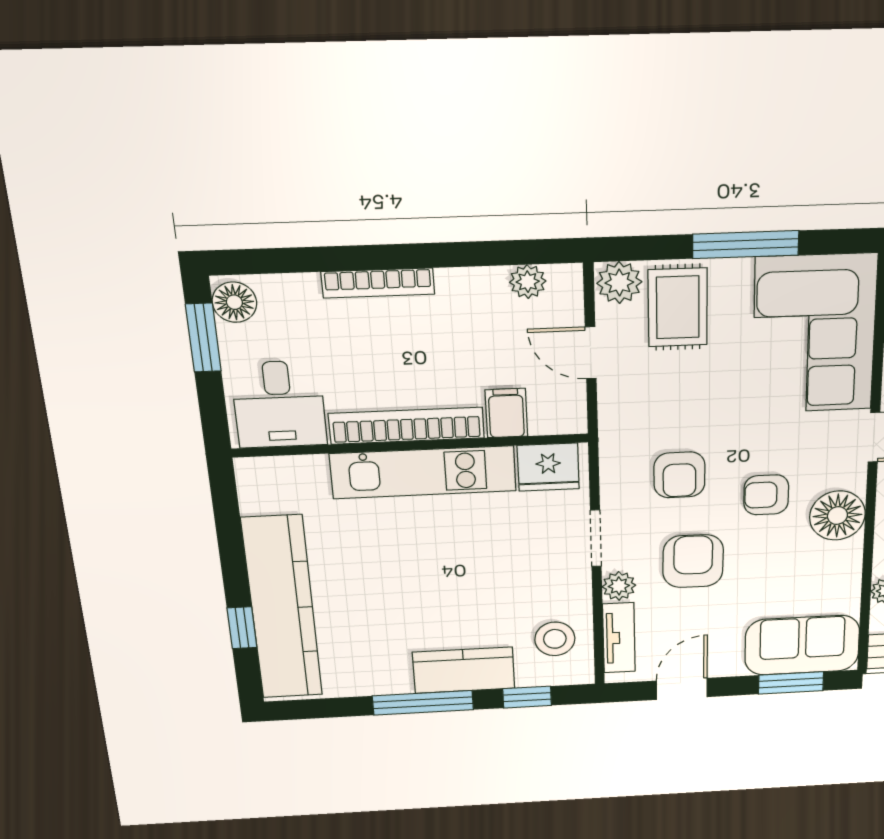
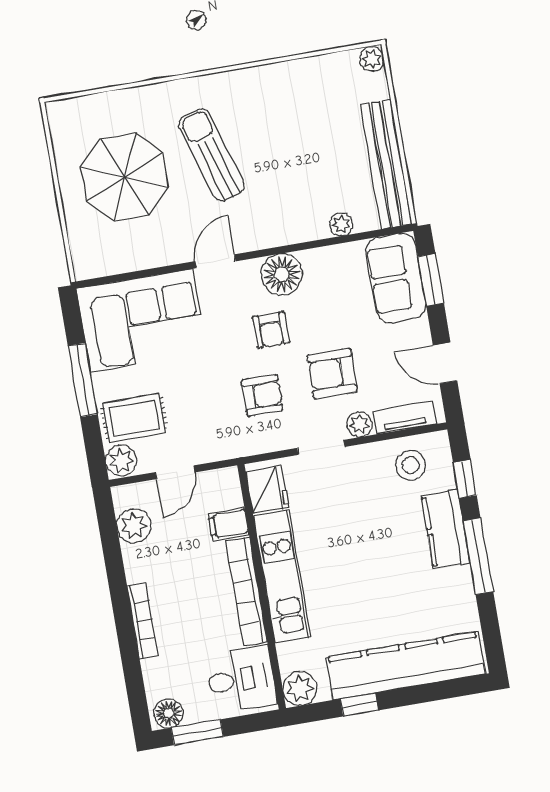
plant: (528, 282) -> (134, 526), width x1.38, depth x1.38
plant: (260, 478) -> (300, 688), added
window: (242, 628) -> (359, 705), moved

